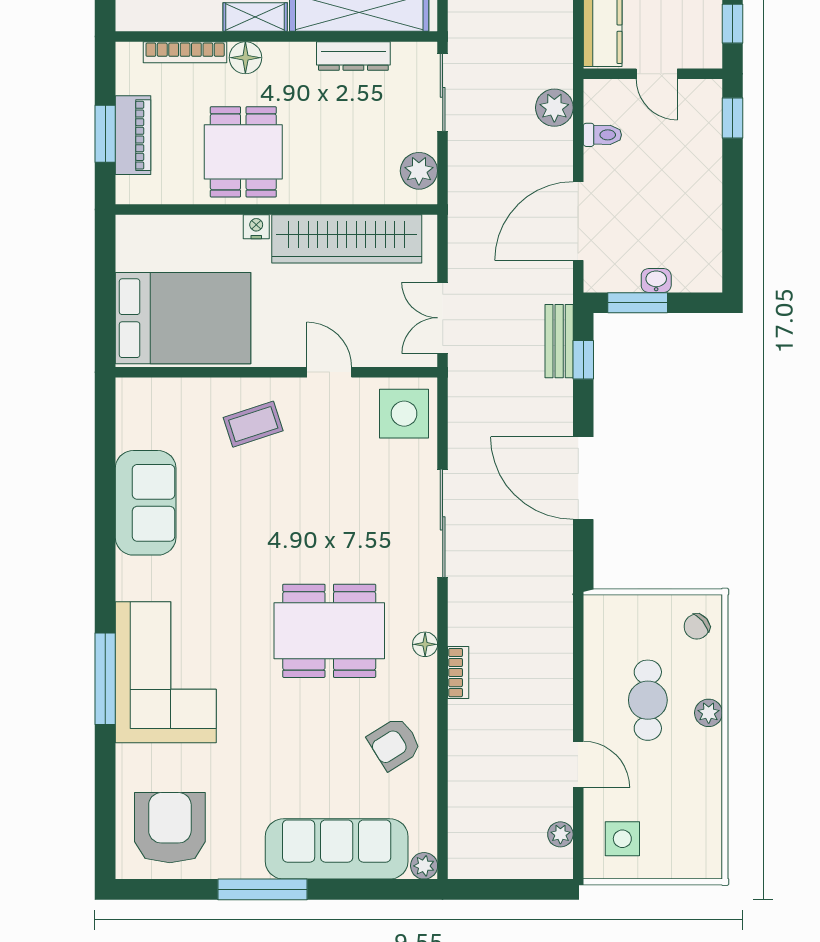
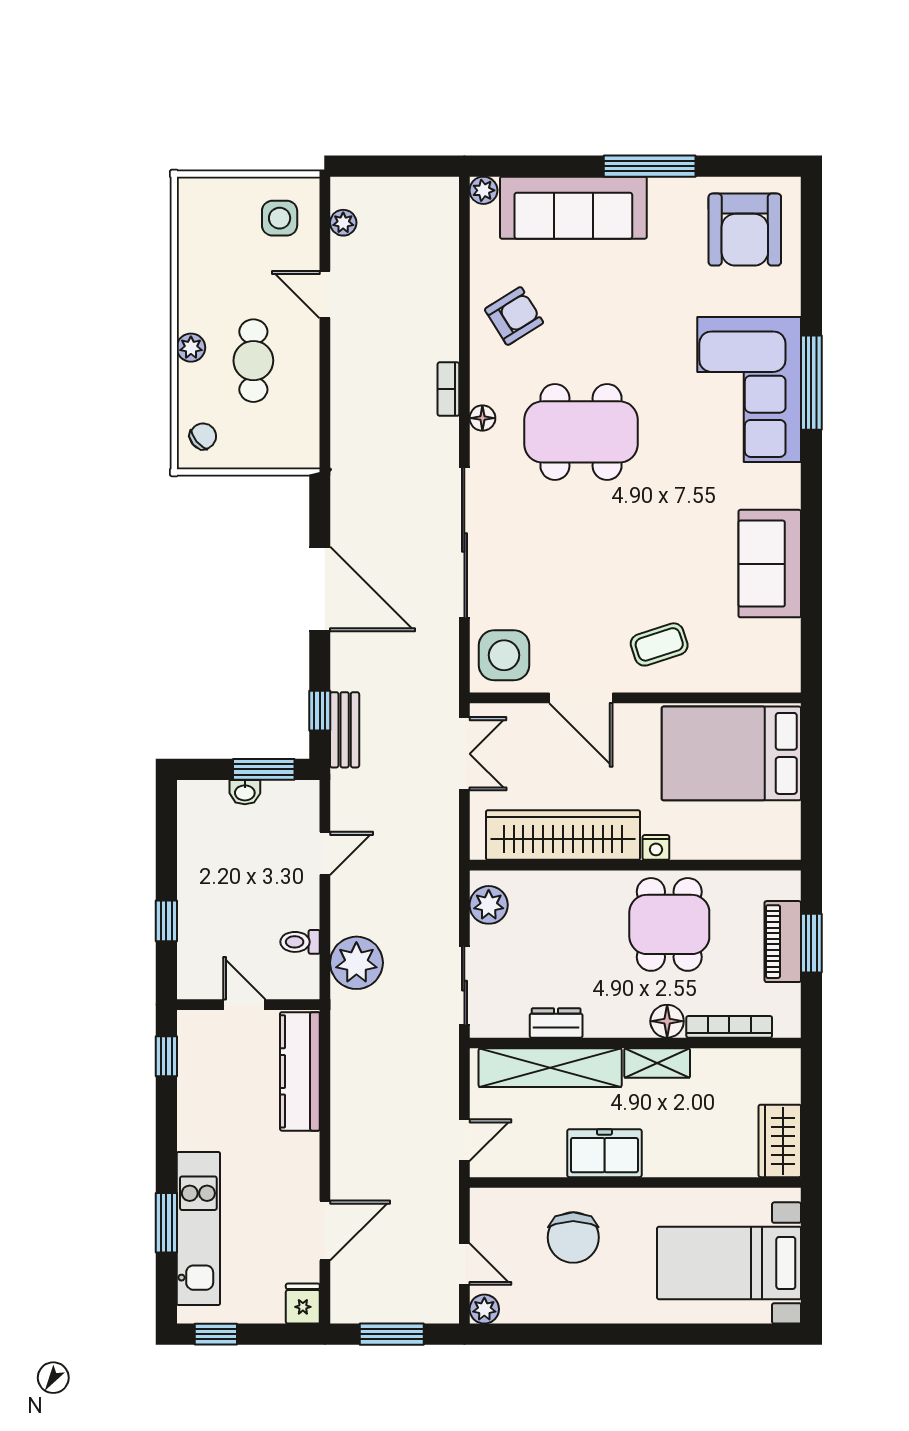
dresser: (353, 56) -> (556, 1023), width x0.70
plant: (554, 108) -> (356, 963), width x1.36, depth x1.36
window: (733, 118) -> (166, 921), moved
door: (578, 221) -> (325, 853), width x0.53
door: (329, 372) -> (581, 698), width x1.38
sliding door: (443, 523) -> (464, 543), width x1.36

